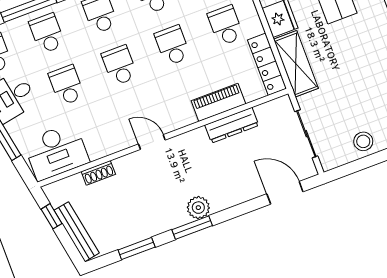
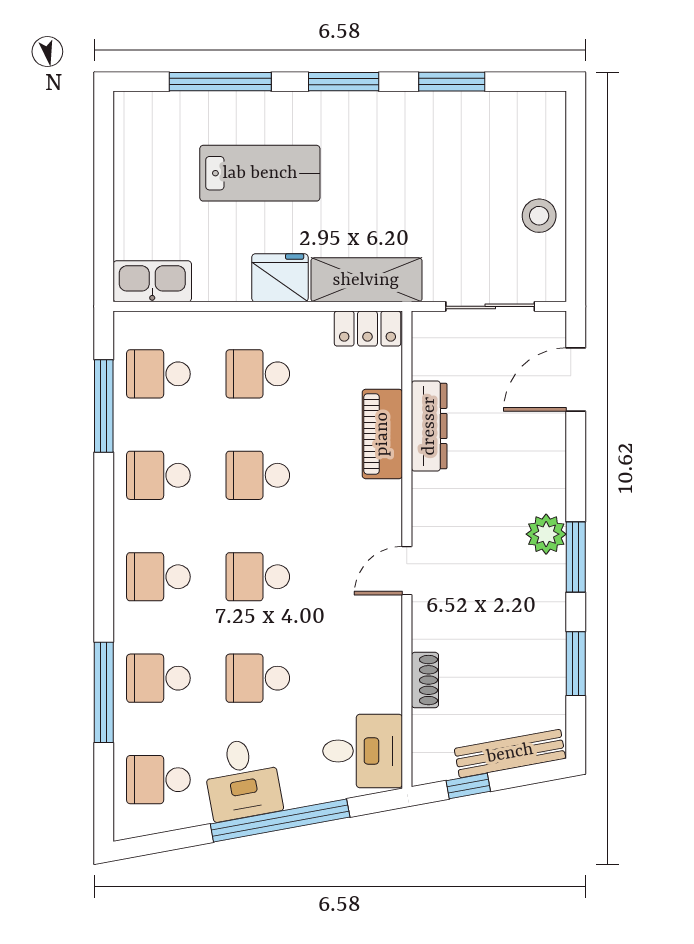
locker: (267, 64) -> (367, 329), width x0.66
desk: (56, 152) -> (363, 751), width x0.73

